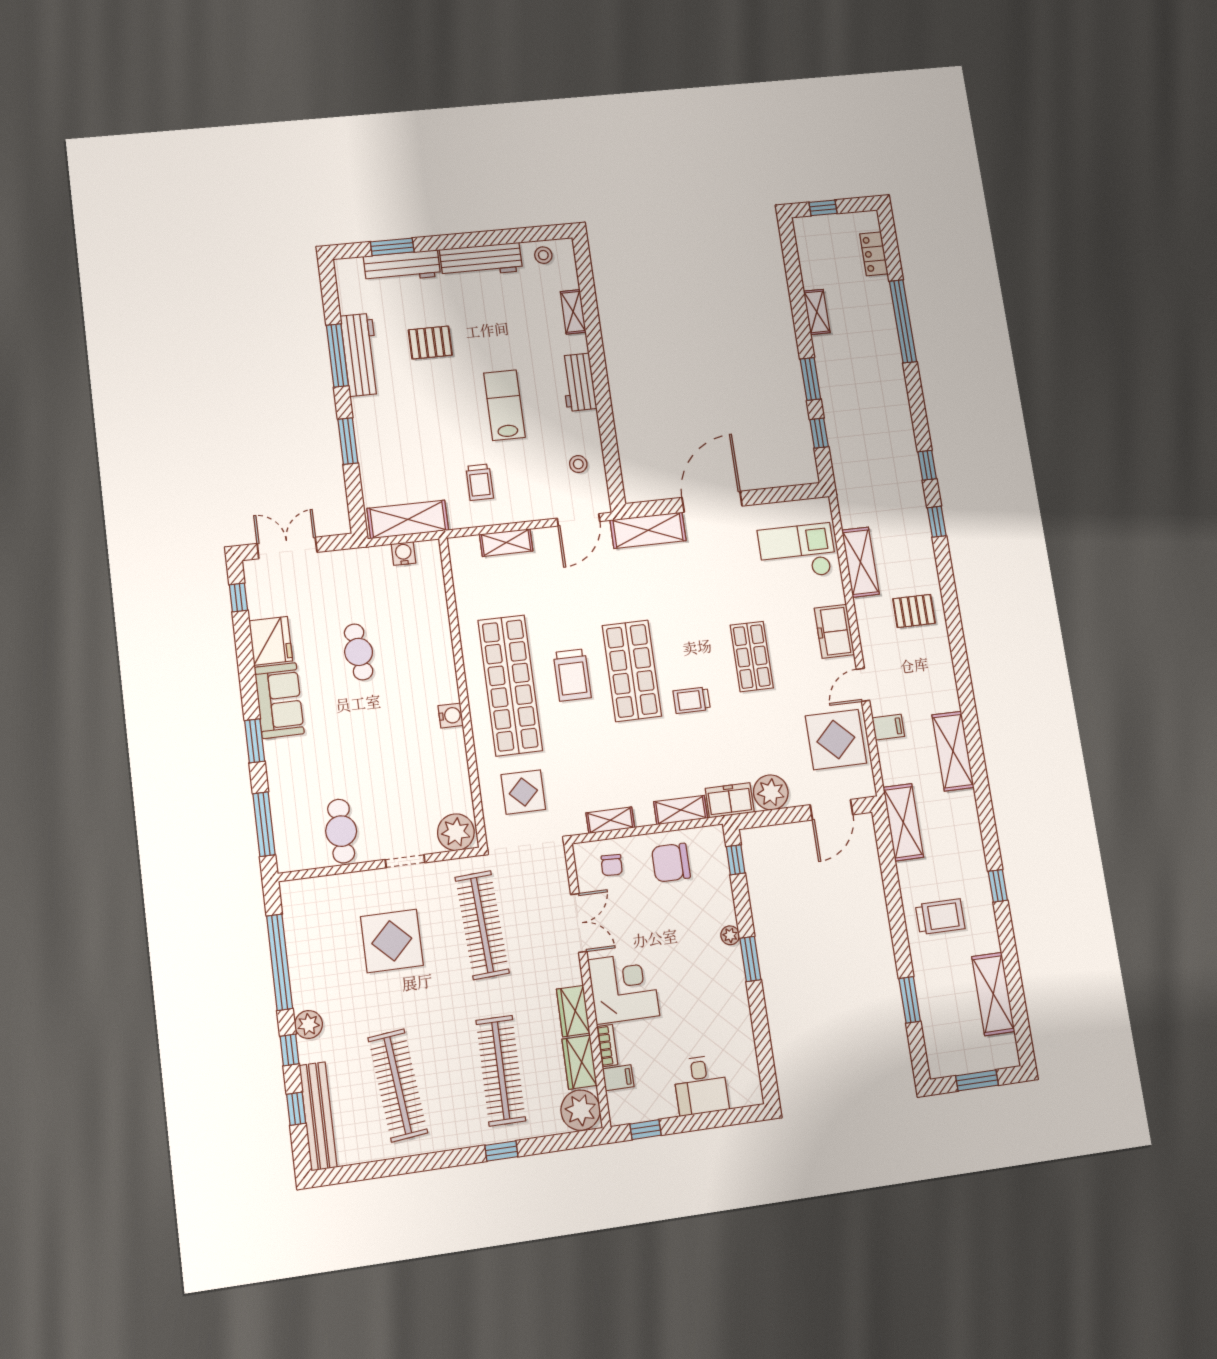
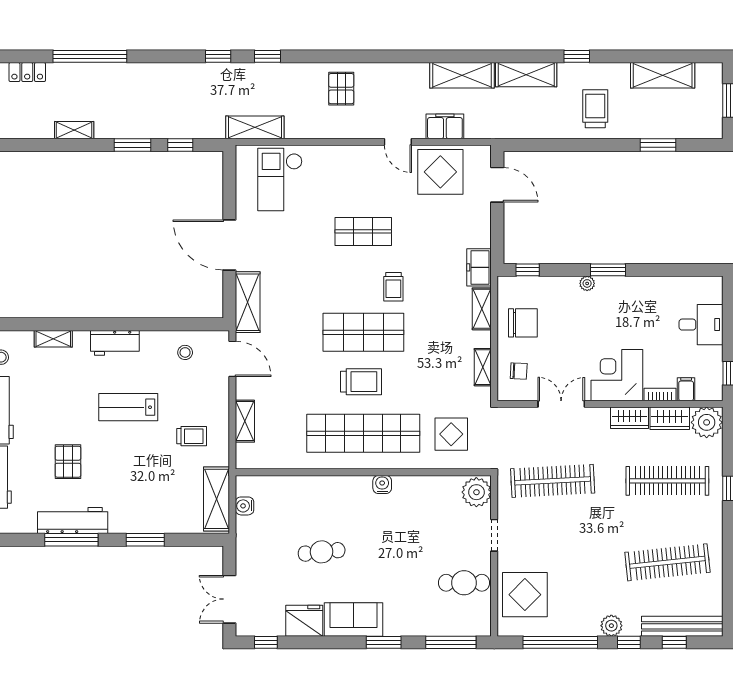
shelving: (860, 562) -> (255, 127), moved
freezer: (834, 631) -> (350, 159), removed
filing cabinet: (888, 727) -> (445, 126), width x2.00
plant: (771, 792) -> (477, 233), removed
shelving: (903, 822) -> (526, 75), moved
chair: (671, 863) -> (523, 323), turned -90
display table: (392, 941) -> (525, 595), moved

